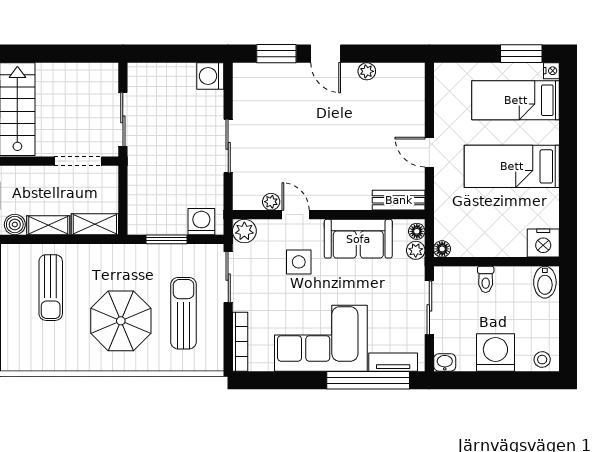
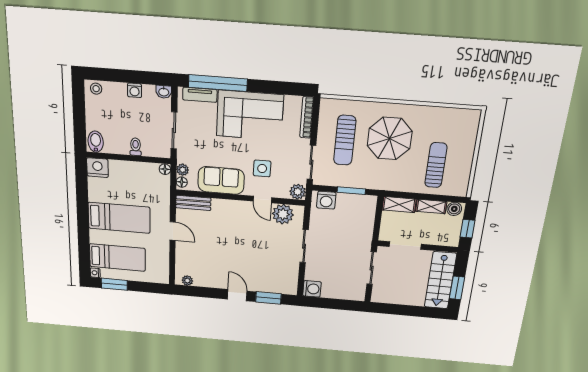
plant: (367, 71) -> (187, 281), moved
plant: (271, 202) -> (283, 214), width x1.88, depth x1.88
washing machine: (495, 352) -> (135, 90), width x0.53, depth x0.53

